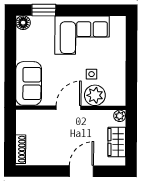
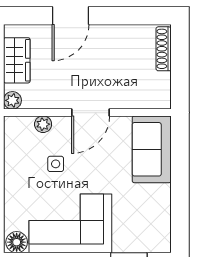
floor lamp: (23, 23) -> (17, 242), moved
plant: (95, 95) -> (43, 124), width x0.53, depth x0.53

